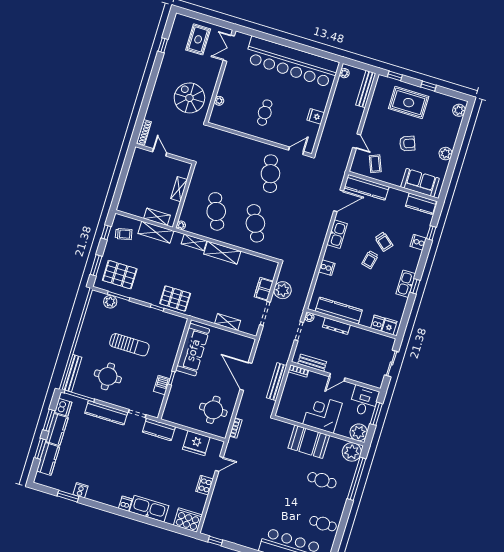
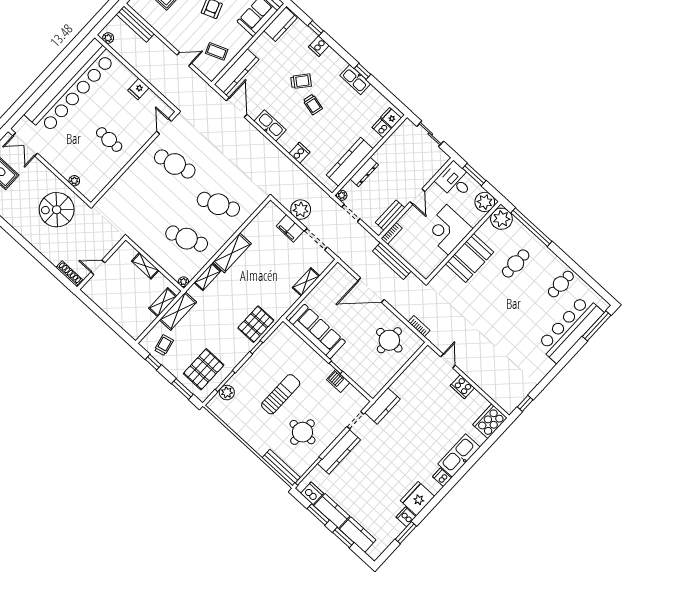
fridge: (196, 443) -> (417, 499), moved, turned 180

